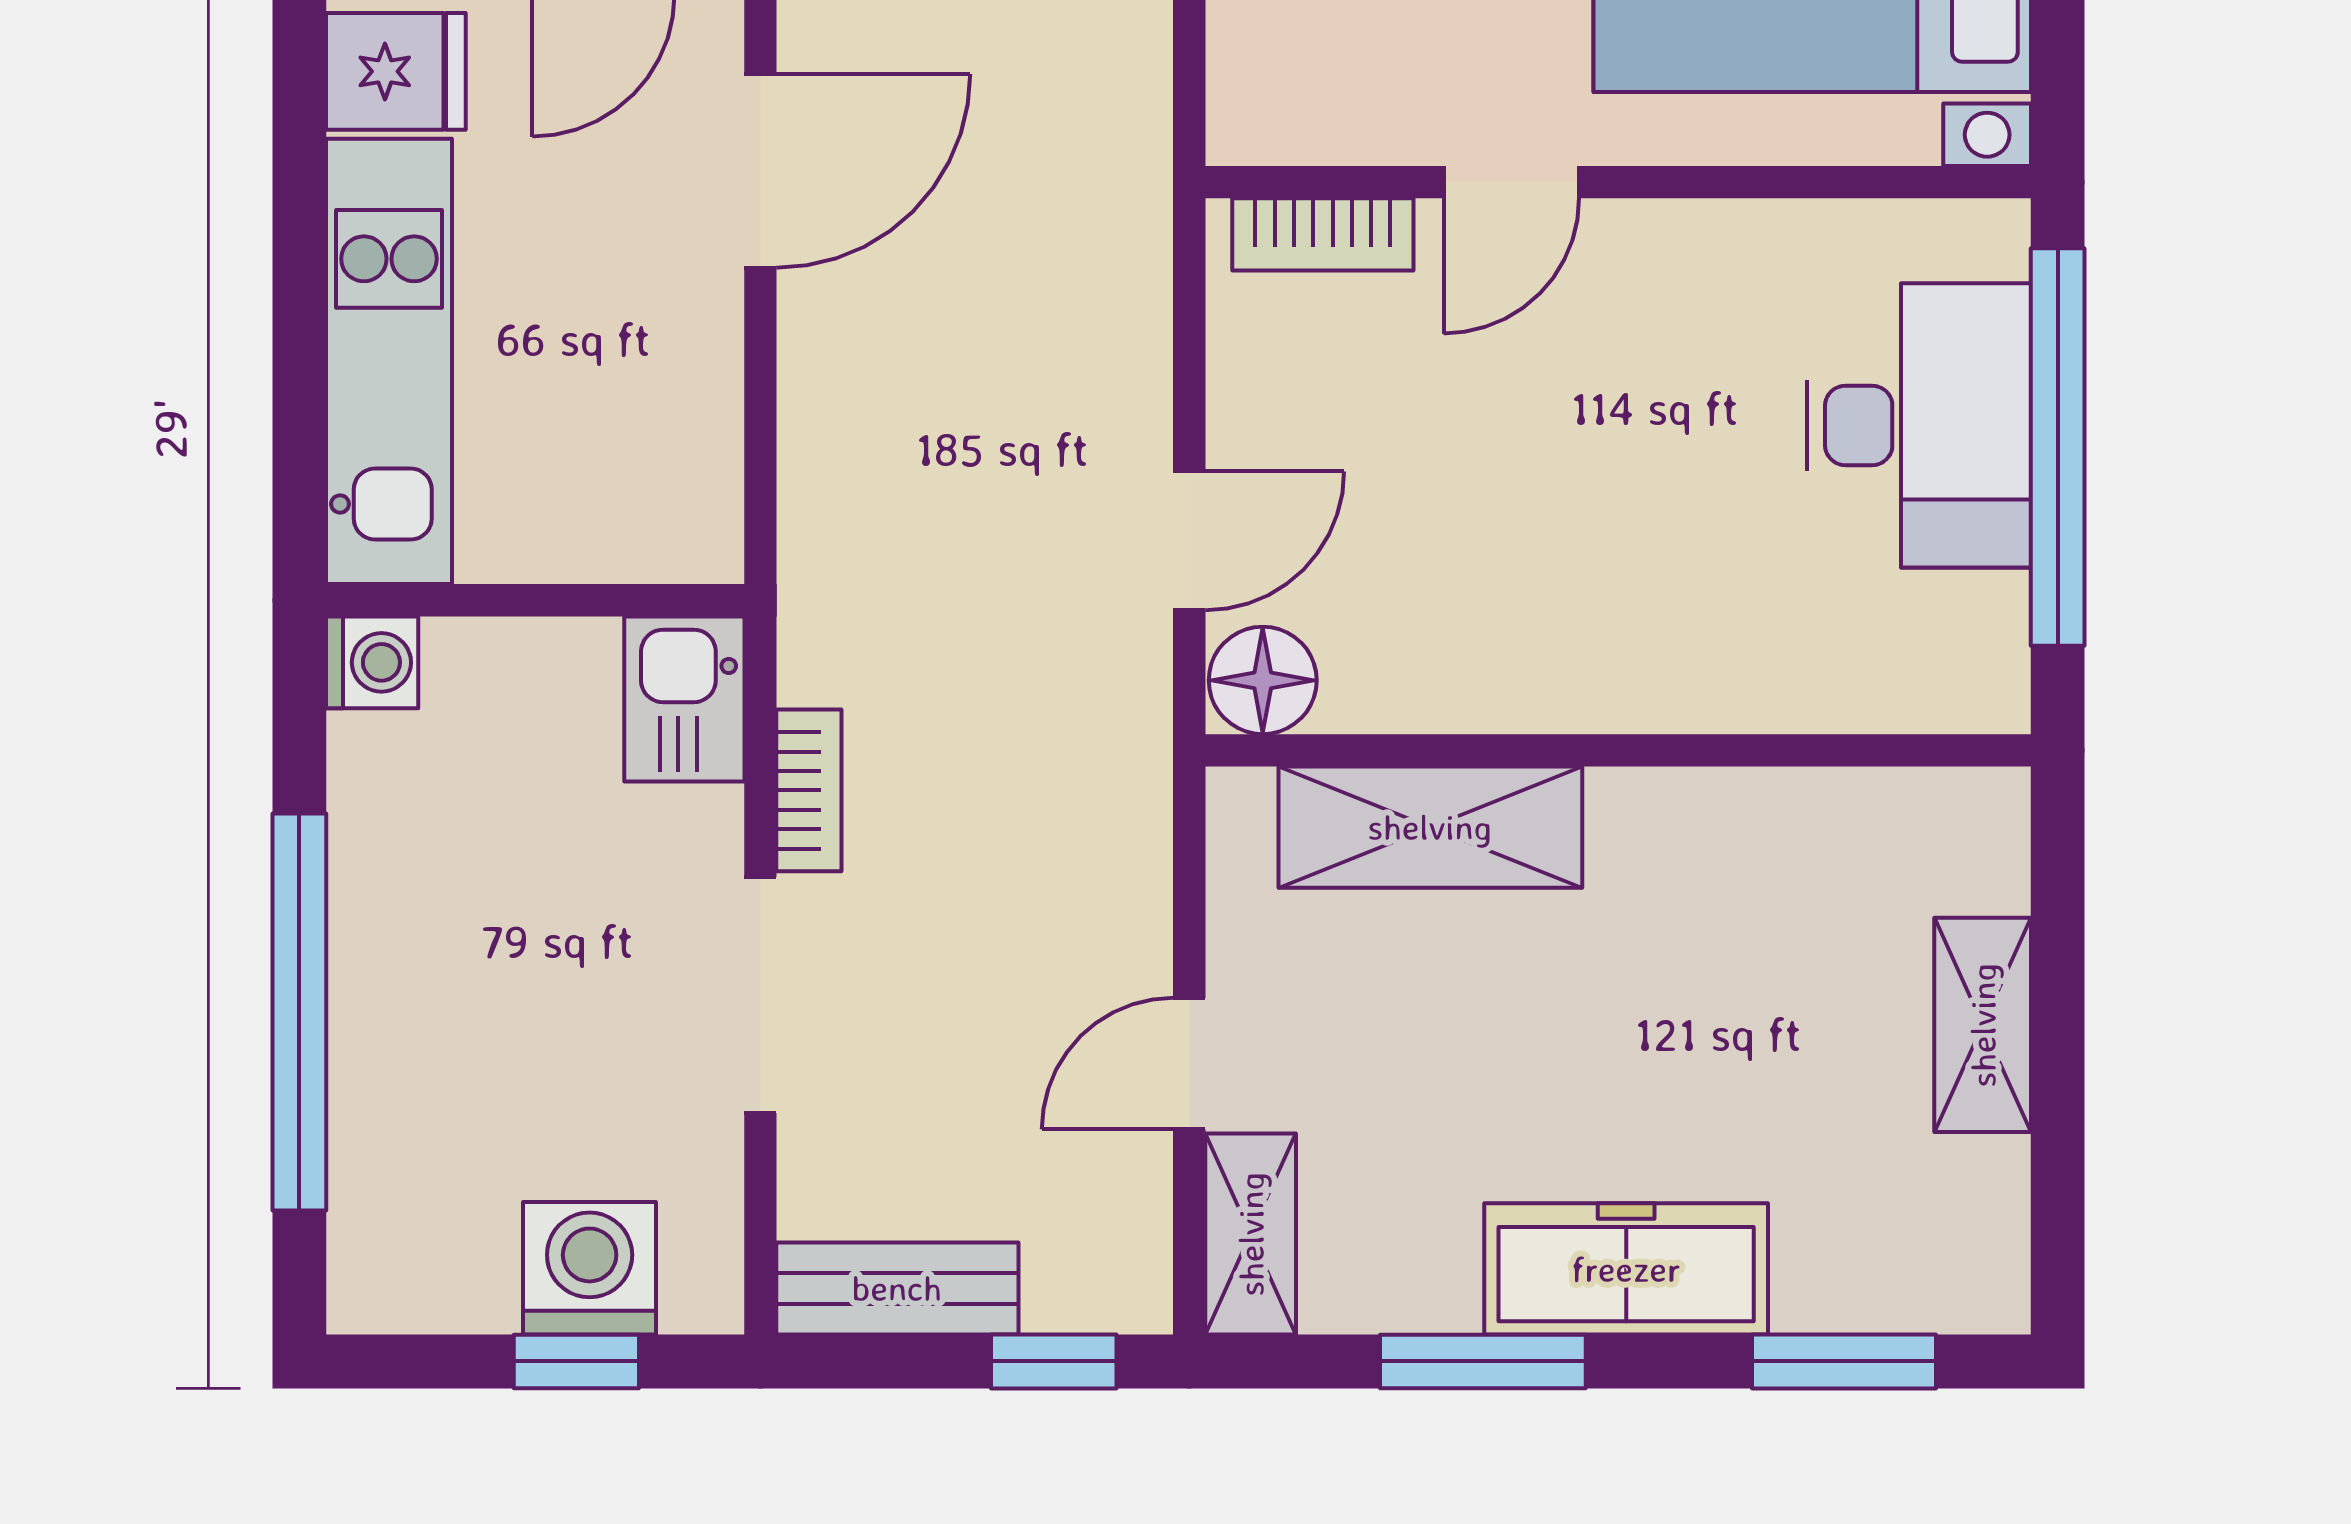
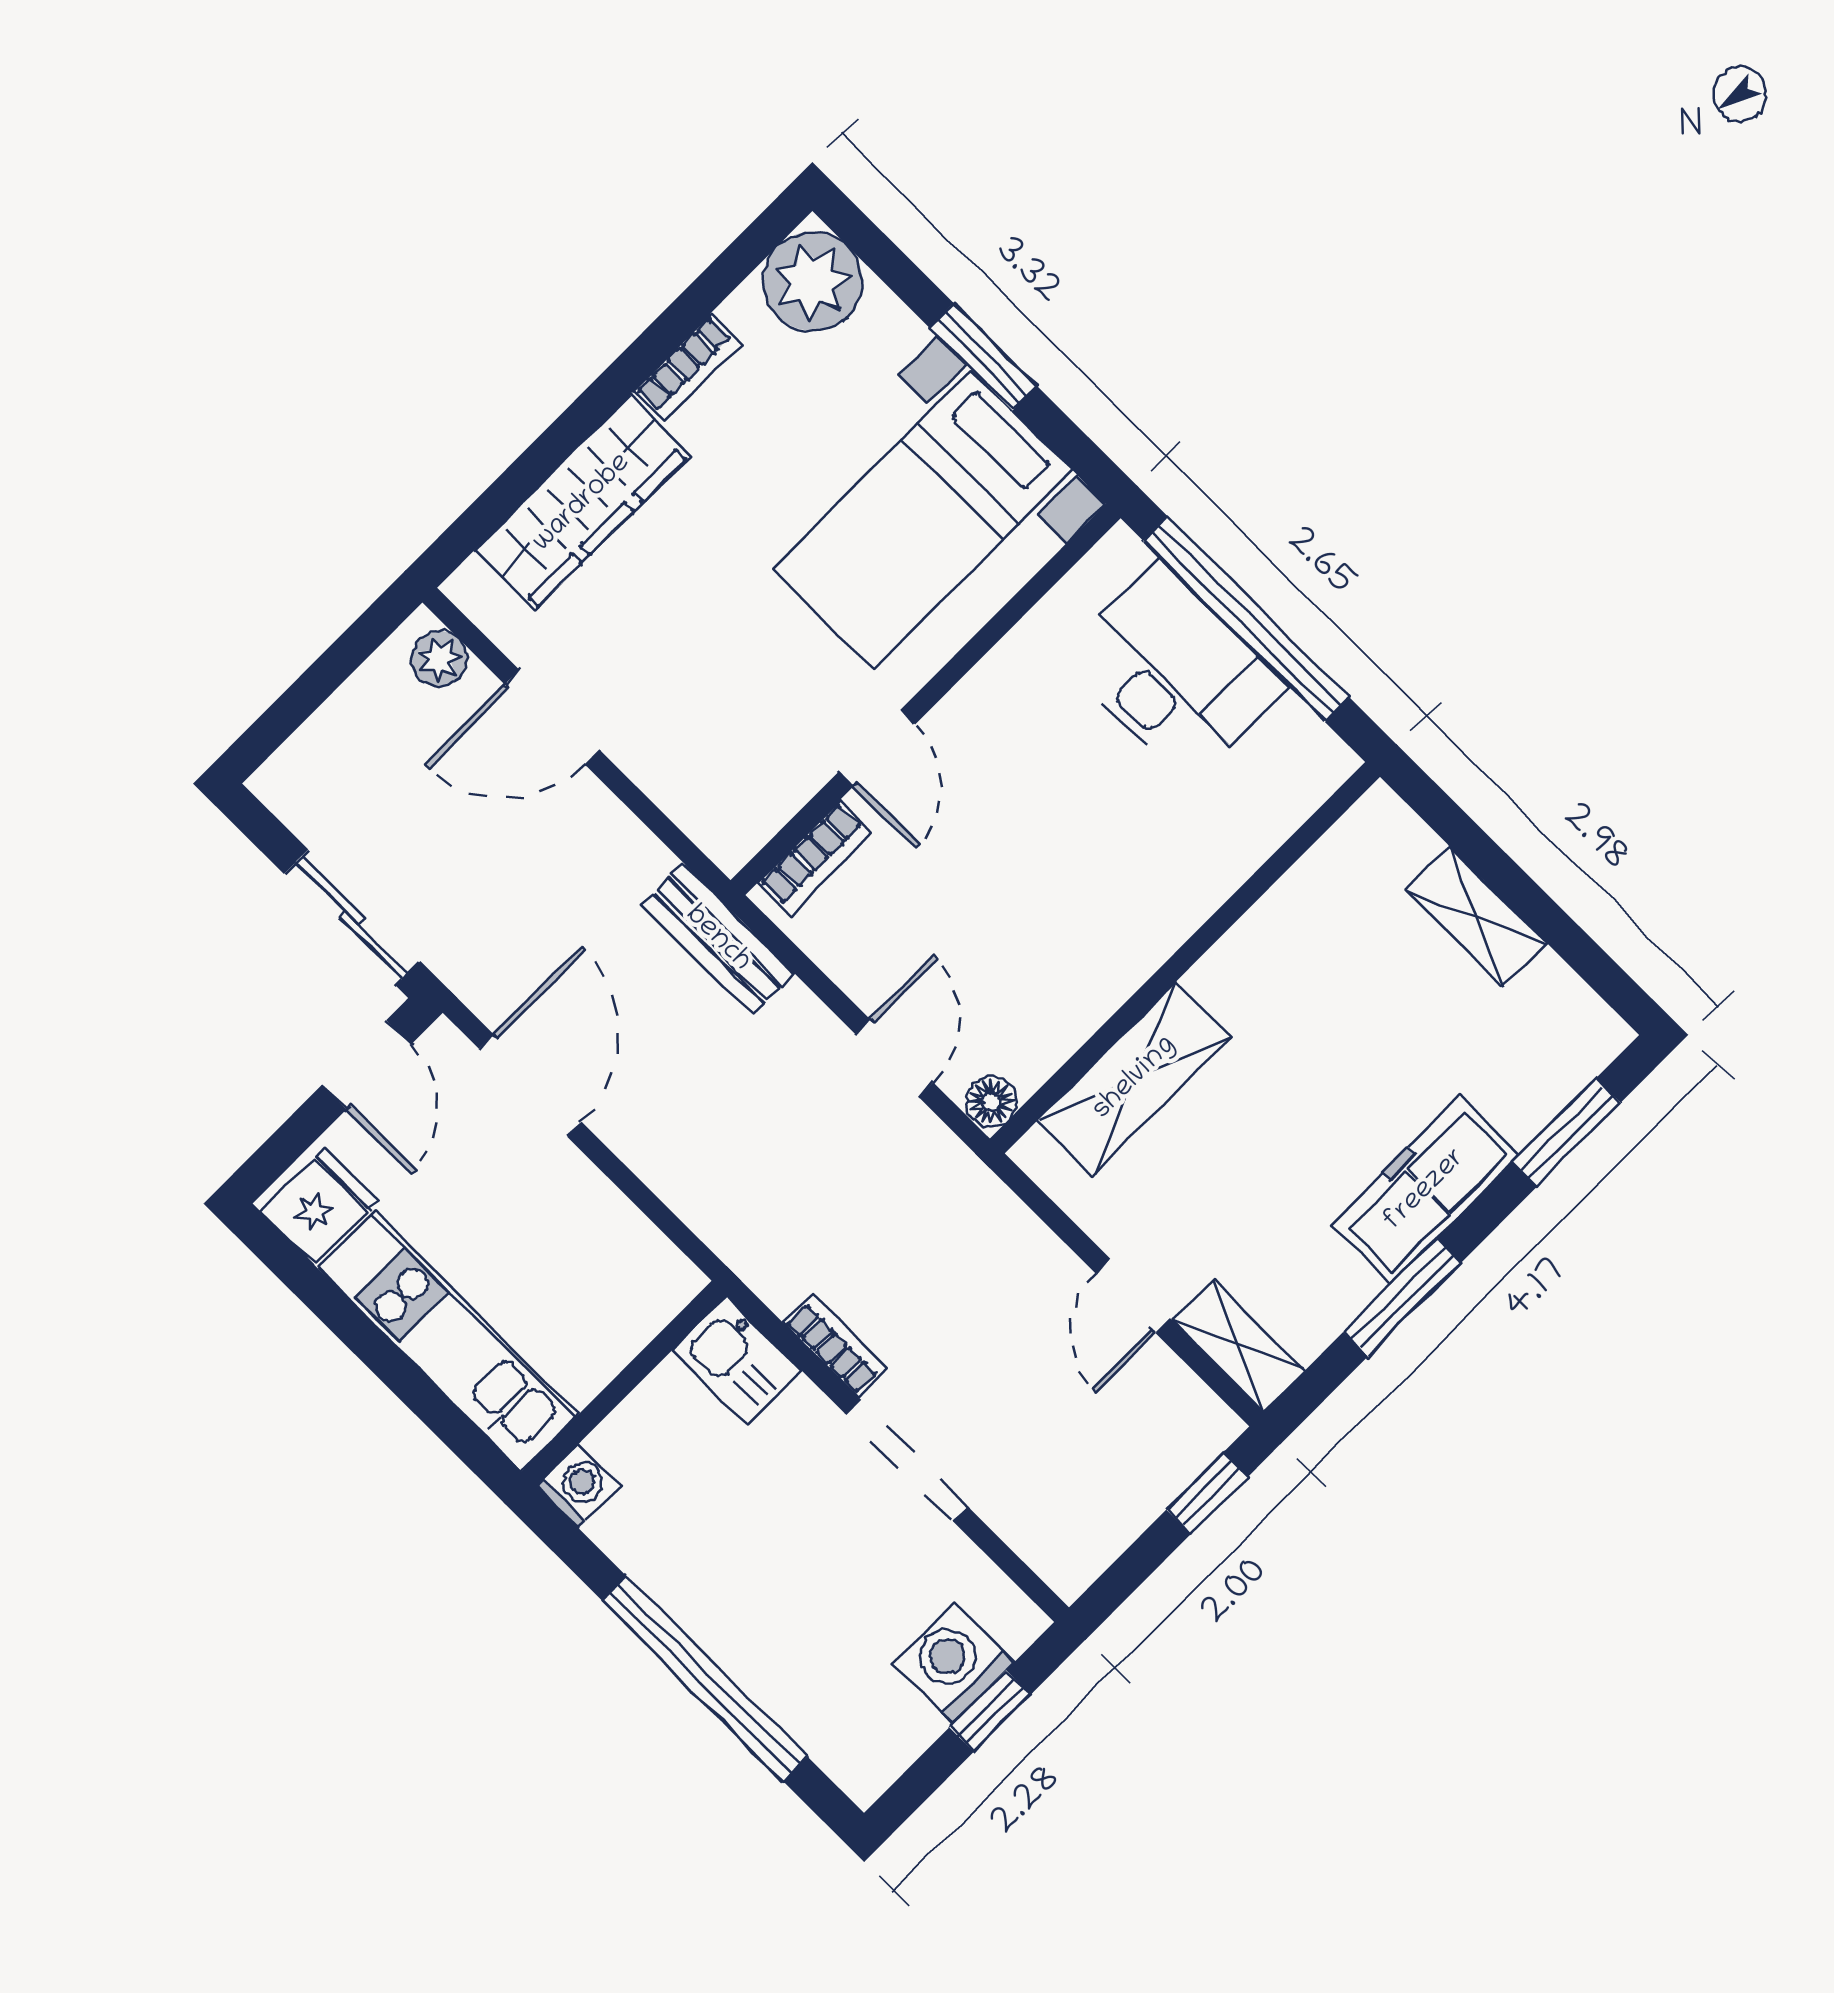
floor lamp: (1263, 680) -> (991, 1101), width x0.73, depth x0.73
bench: (897, 1288) -> (718, 939), moved, turned 90

